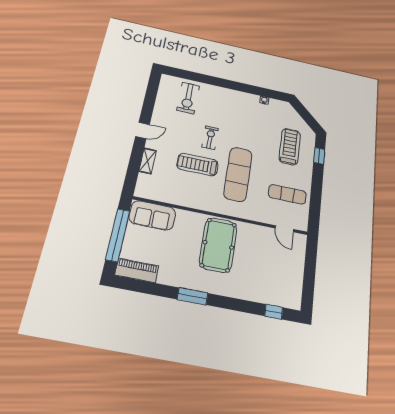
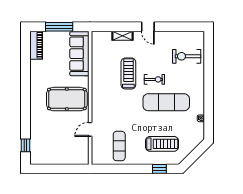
exercise mat: (238, 174) -> (166, 102), moved
sofa: (152, 215) -> (79, 54), width x1.36
door: (284, 229) -> (90, 129), moved
window: (118, 235) -> (59, 27), width x0.68
window: (193, 296) -> (25, 87), removed

